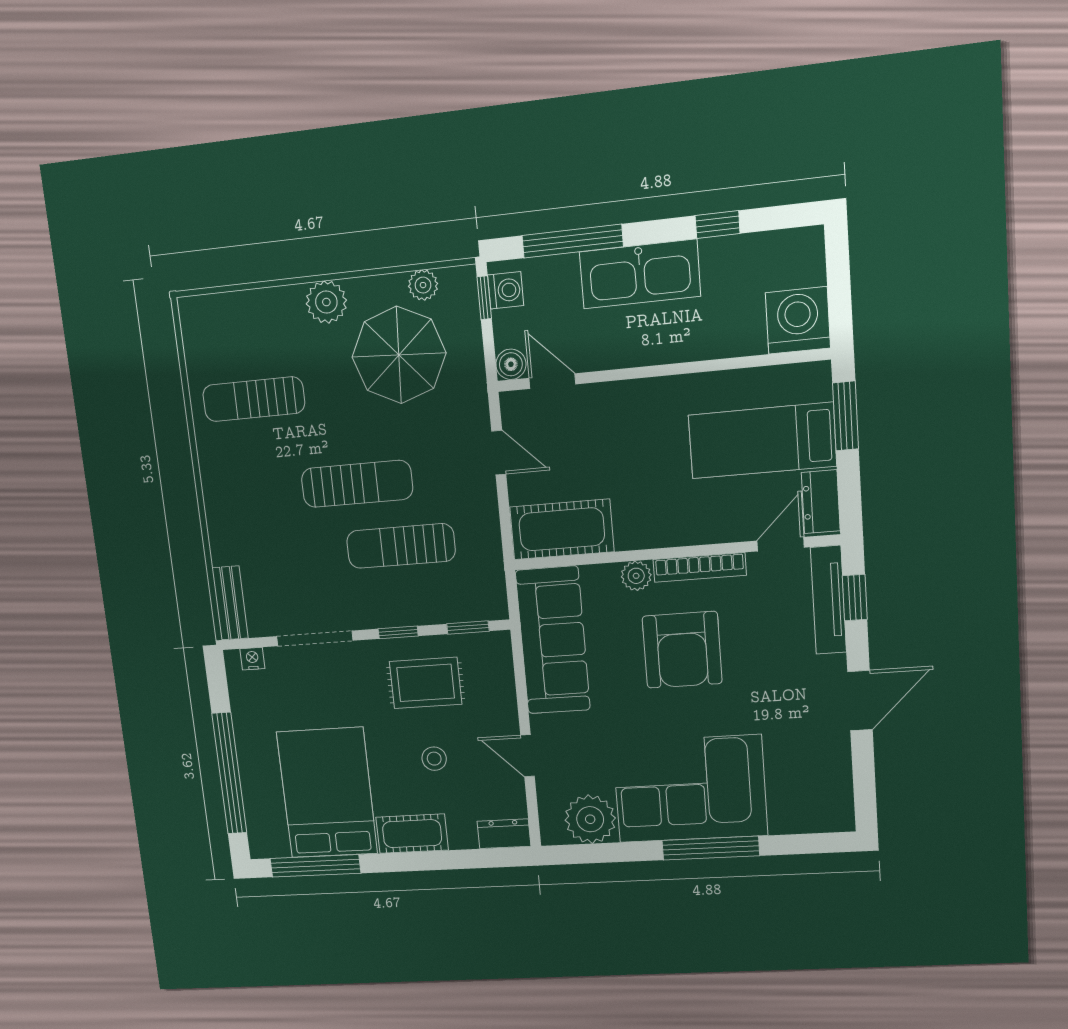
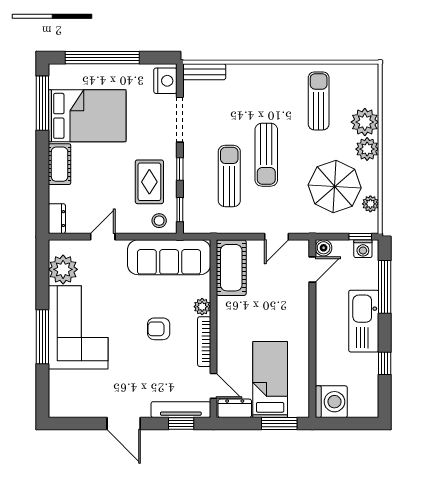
plant: (280, 311) -> (365, 122), added
armchair: (682, 650) -> (159, 329), width x0.53, depth x0.53
nightstand: (252, 659) -> (165, 81), width x1.89, depth x1.79
stool: (434, 759) -> (159, 221), moved

